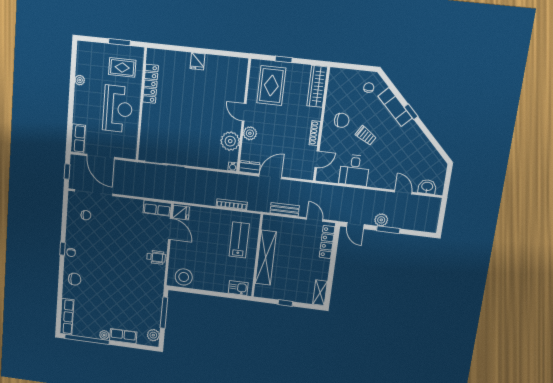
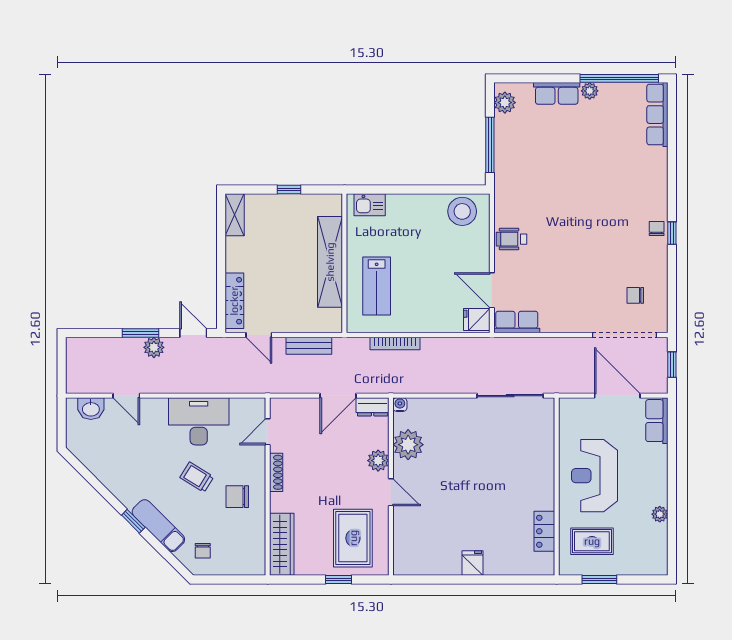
locker: (150, 84) -> (544, 531), width x0.66
desk: (354, 170) -> (199, 421), width x1.37
chair: (75, 279) -> (648, 183), removed

